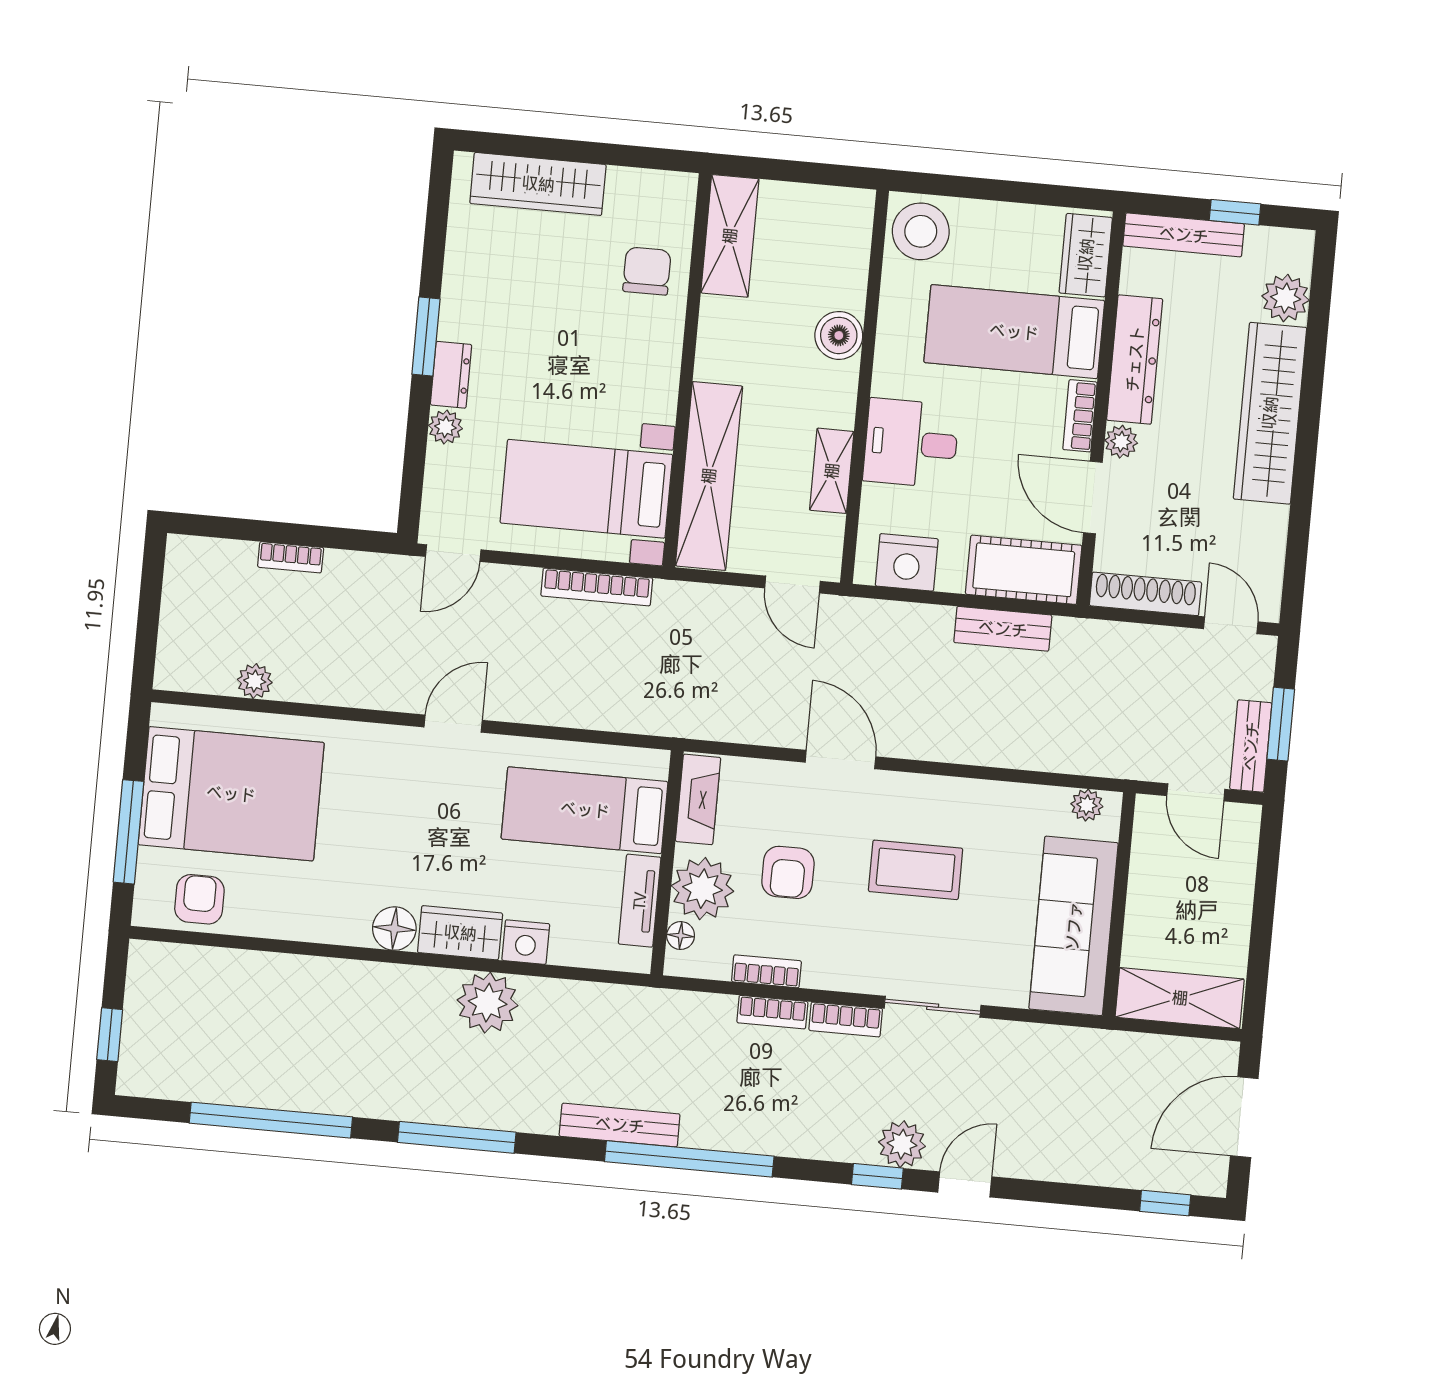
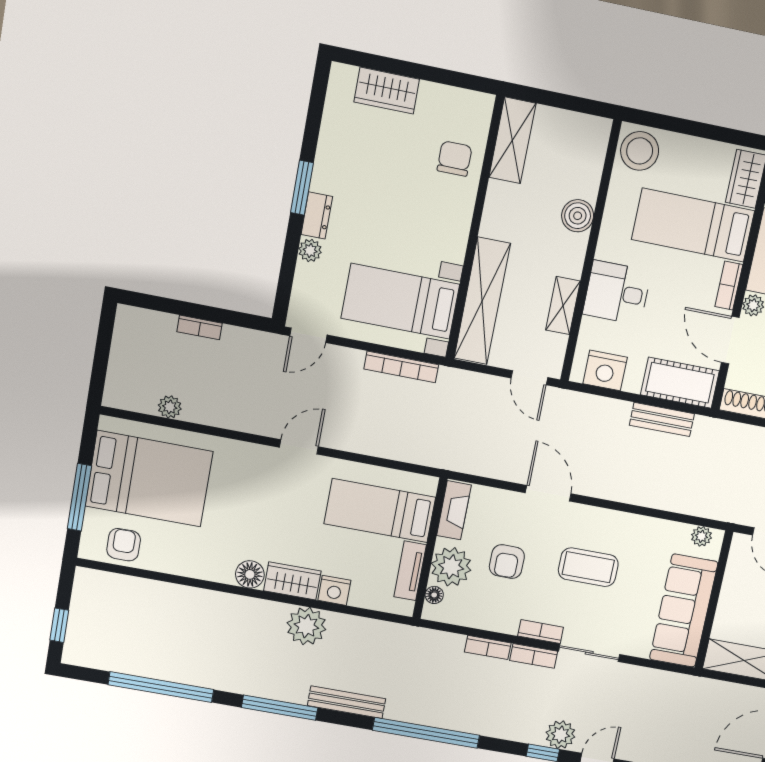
wardrobe: (538, 184) -> (387, 91), width x0.67
bookcase: (766, 971) -> (541, 632), moved
bench: (620, 1125) -> (347, 702), moved

